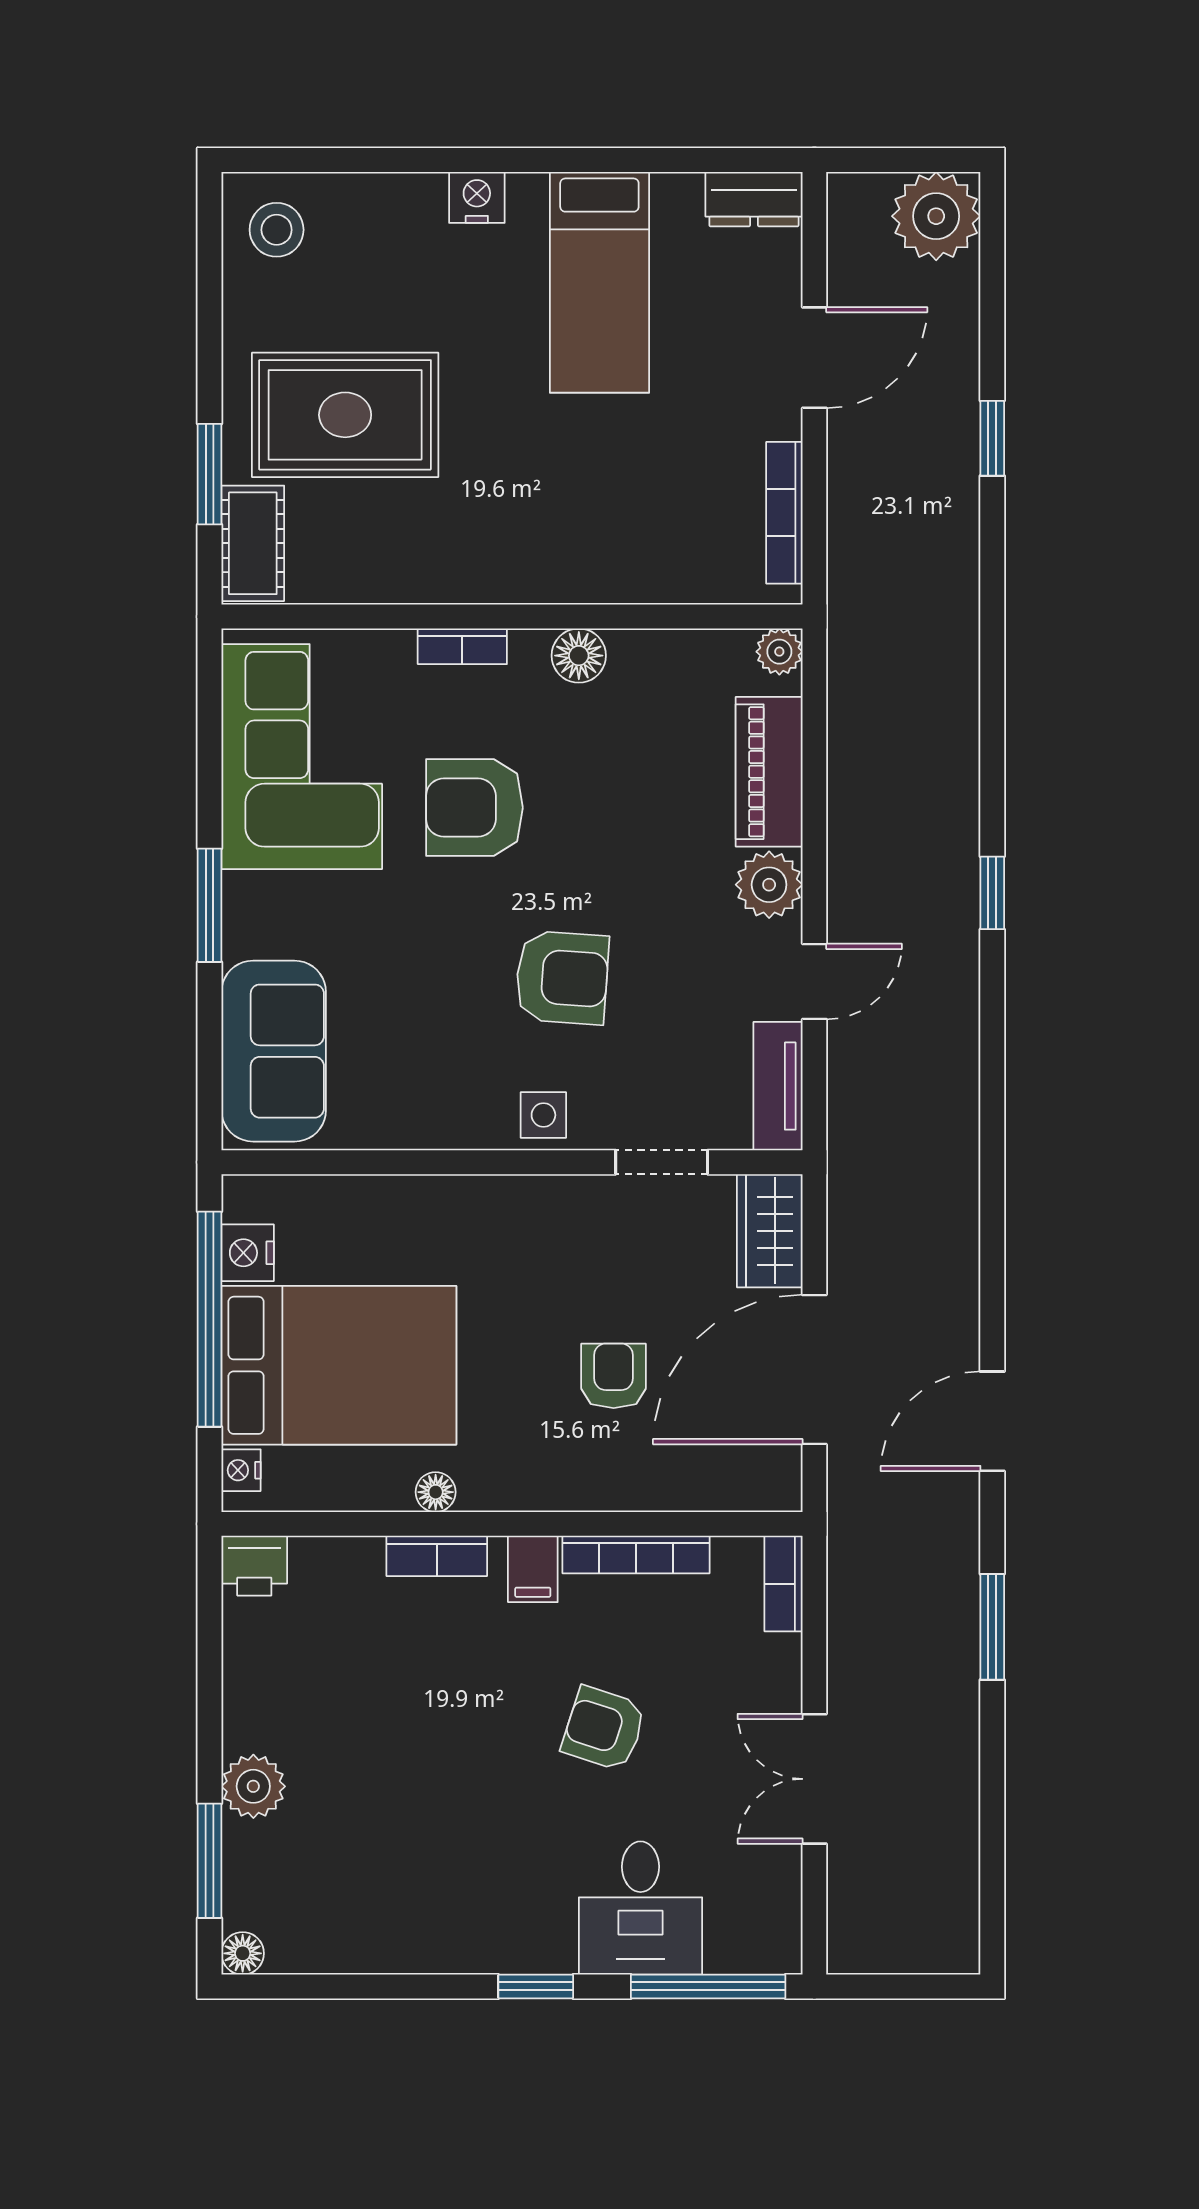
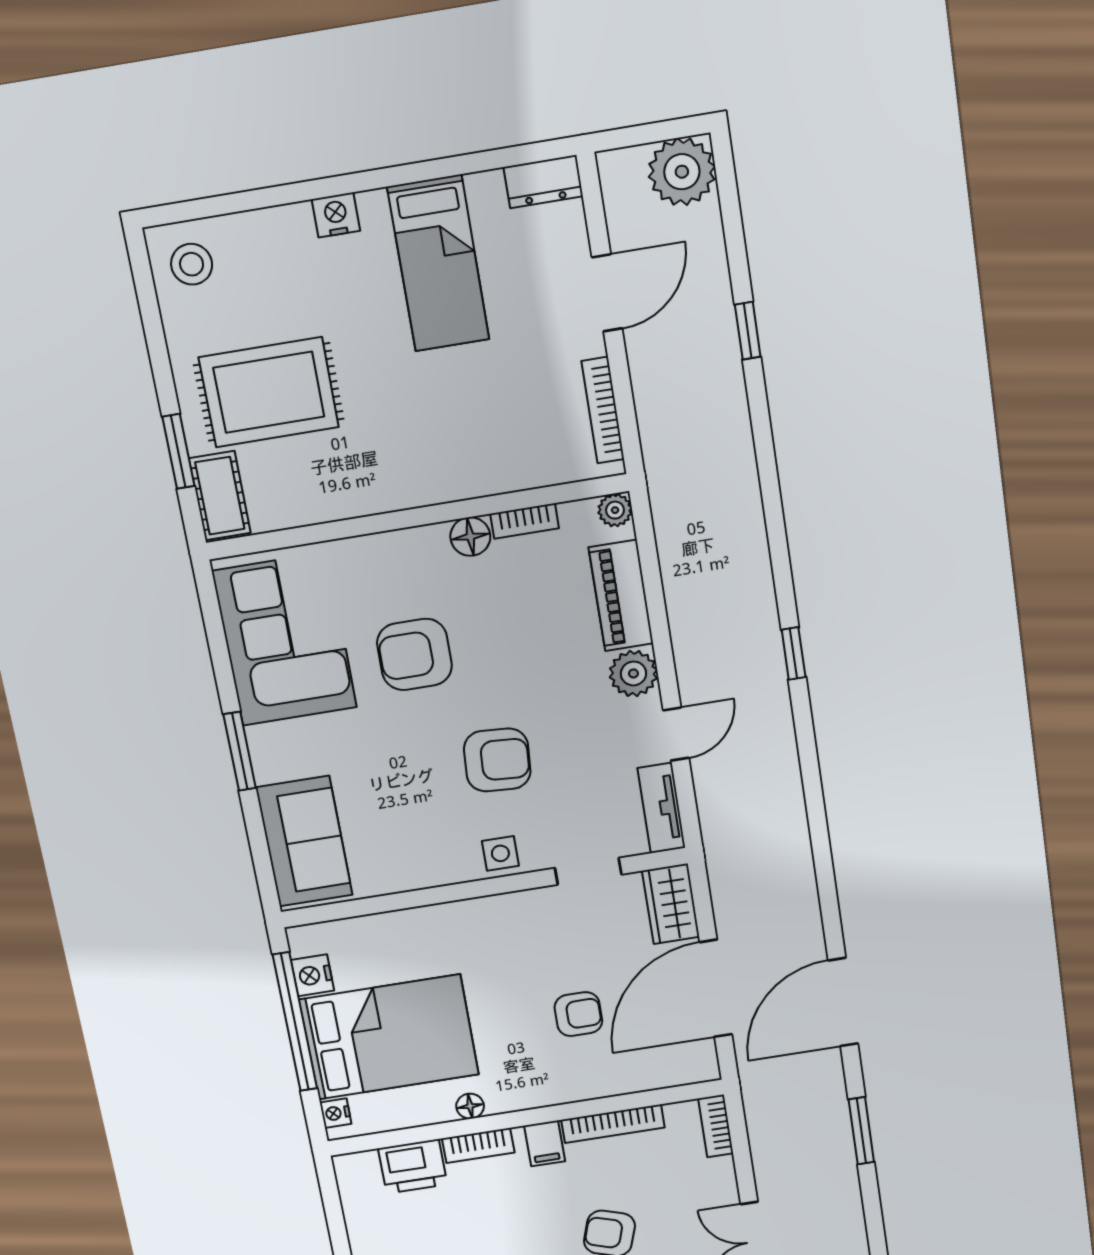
bookcase: (462, 646) -> (525, 521), moved
armchair: (614, 1376) -> (578, 1014), turned 90
door: (992, 1421) -> (843, 1002), width x1.36
printer: (254, 1566) -> (413, 1166), moved, width x1.36, depth x1.24

